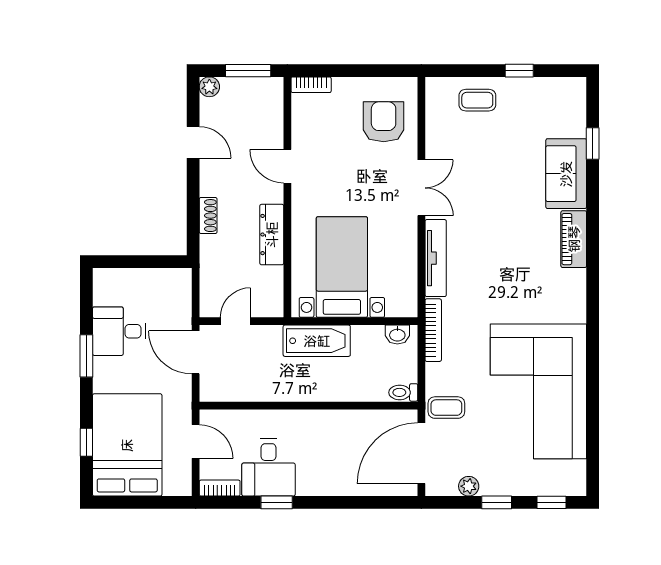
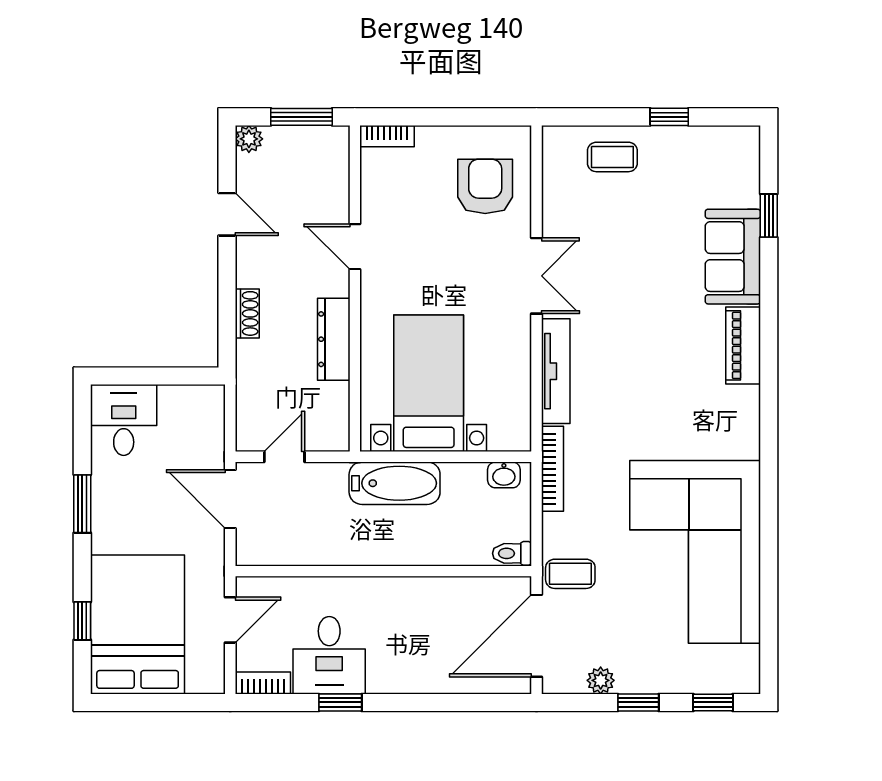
desk: (119, 331) -> (124, 420), moved, turned 90
door: (196, 442) -> (230, 620), hinge flipped

